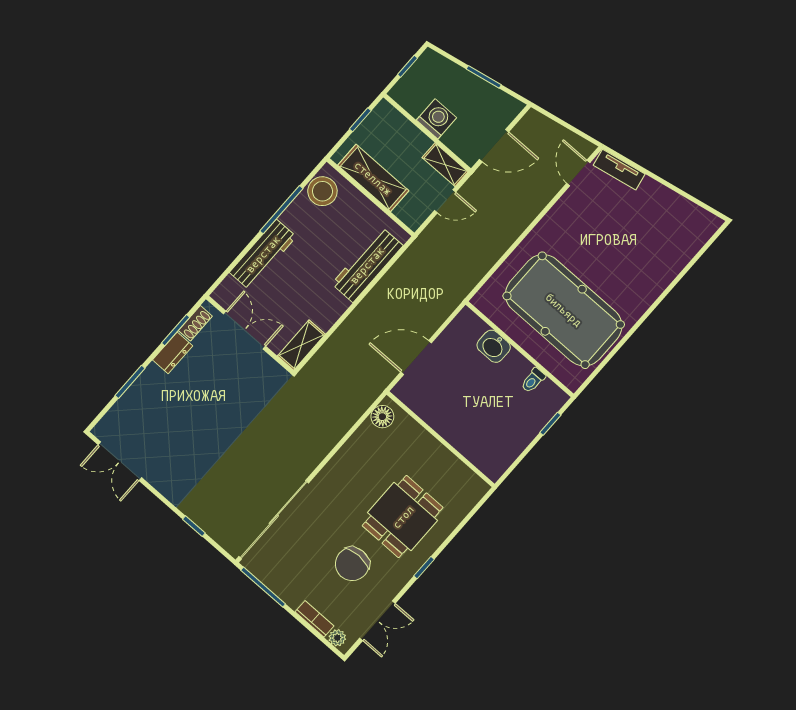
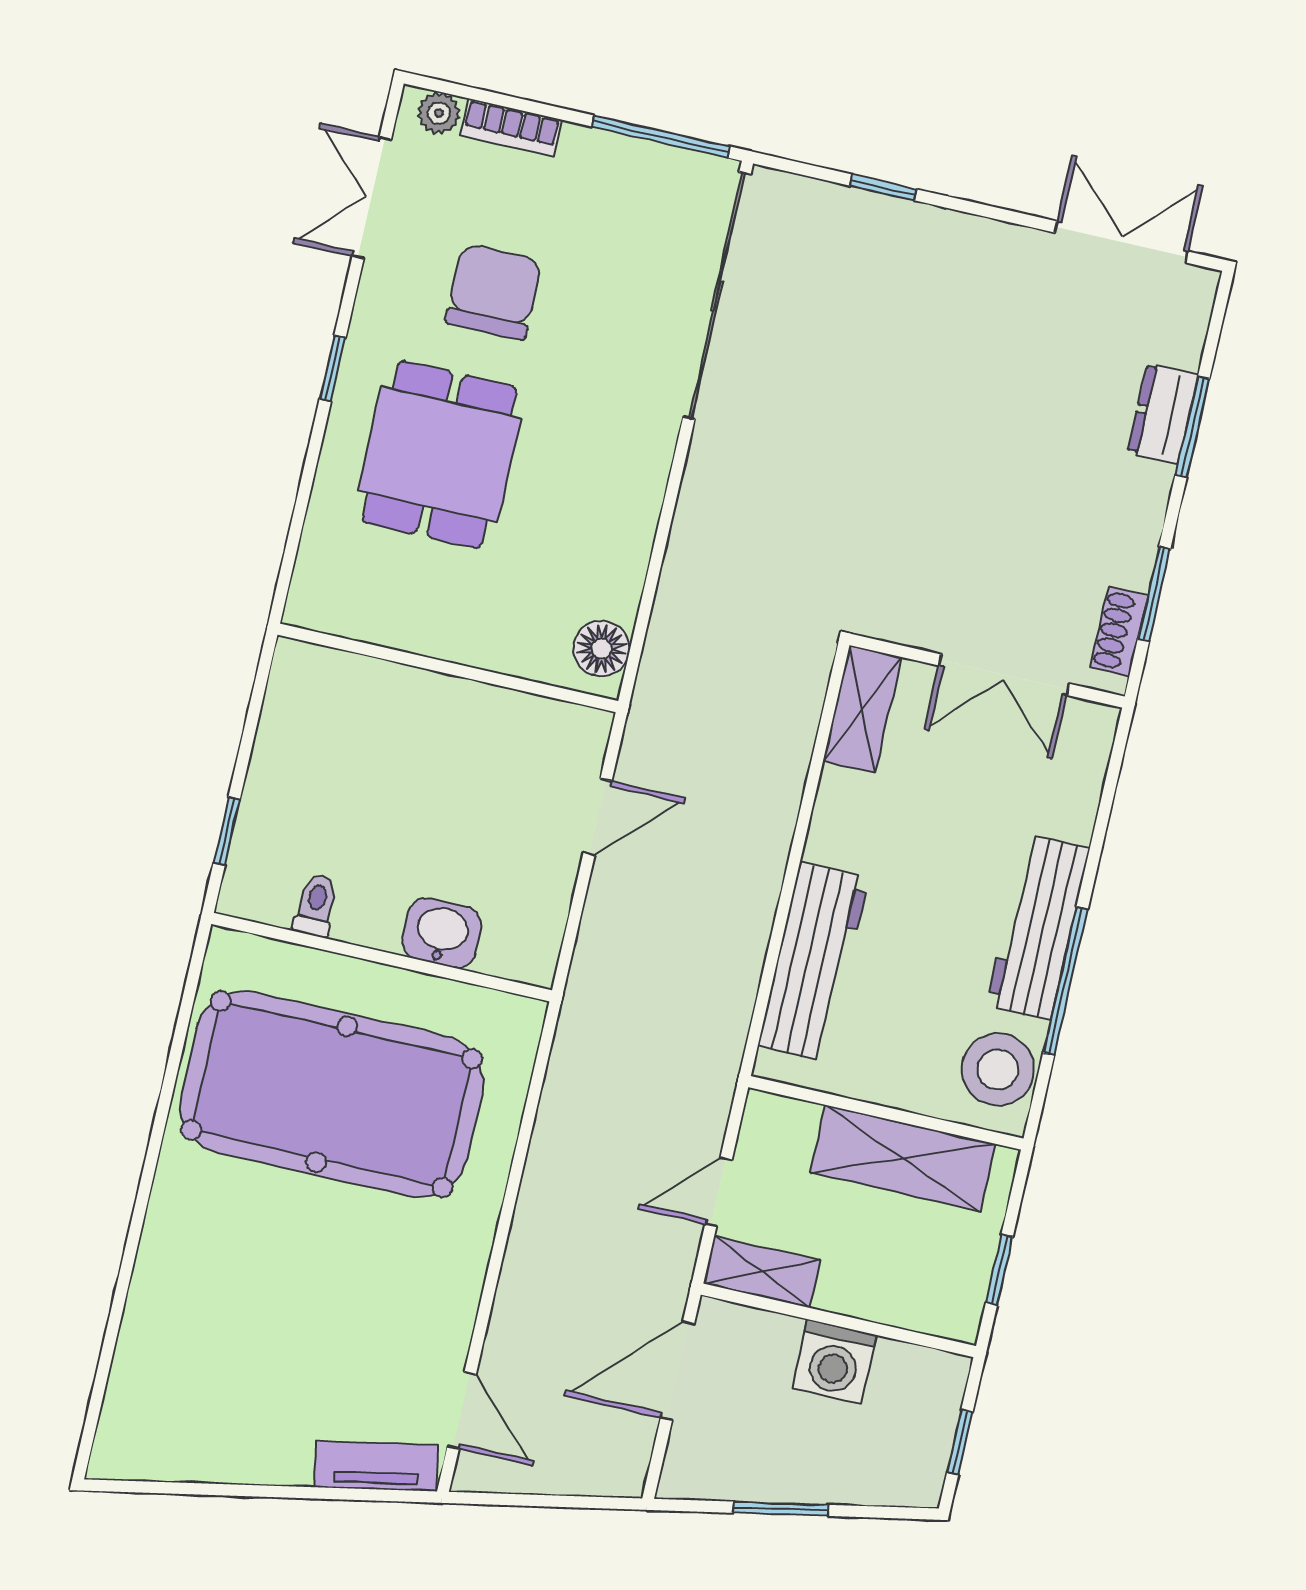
workbench: (263, 254) -> (1038, 927), moved
dresser: (173, 353) -> (1163, 414), moved
door: (416, 358) -> (598, 817), width x0.73

